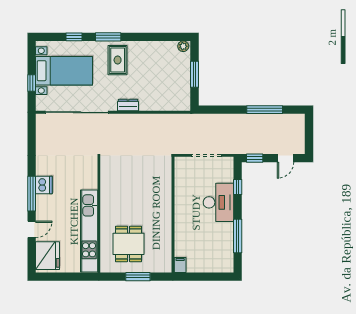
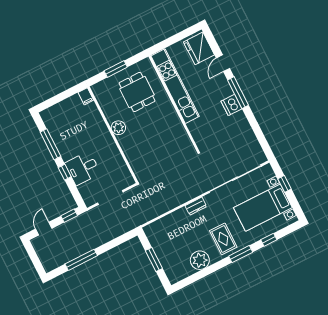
plant: (183, 46) -> (200, 260), moved, width x1.88, depth x1.88
window: (238, 187) -> (65, 172), moved
desk: (218, 202) -> (83, 168), width x0.73
plant: (164, 219) -> (118, 128), added

